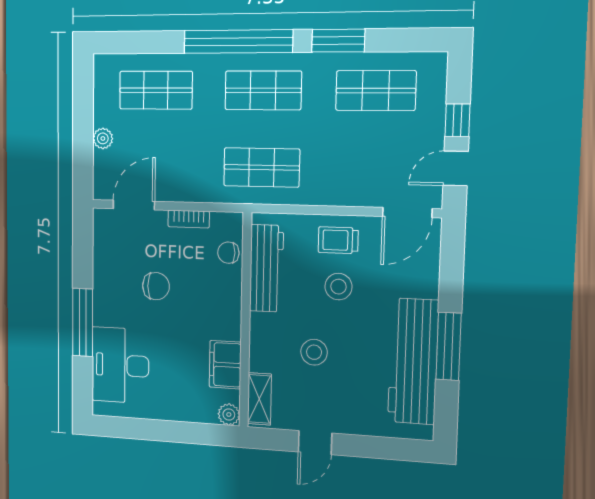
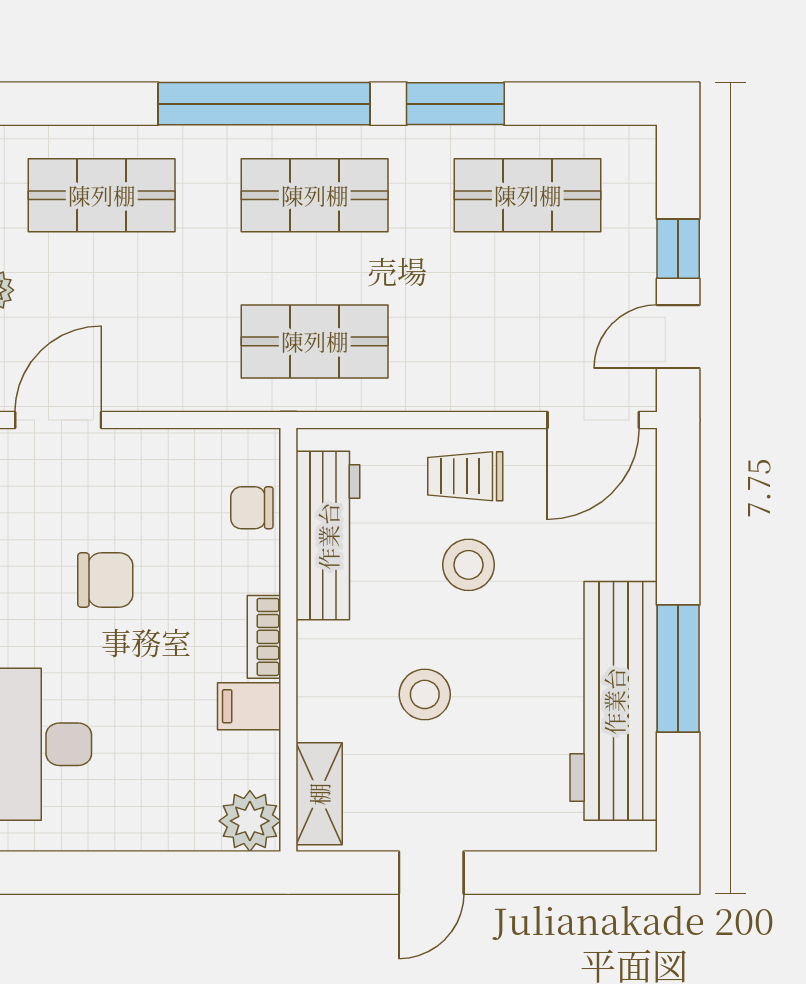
bookcase: (189, 219) -> (264, 637), moved, turned 90
filing cabinet: (225, 365) -> (249, 706), width x0.50
plant: (229, 415) -> (250, 821), width x1.38, depth x1.38

